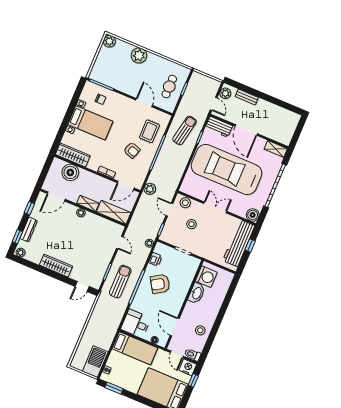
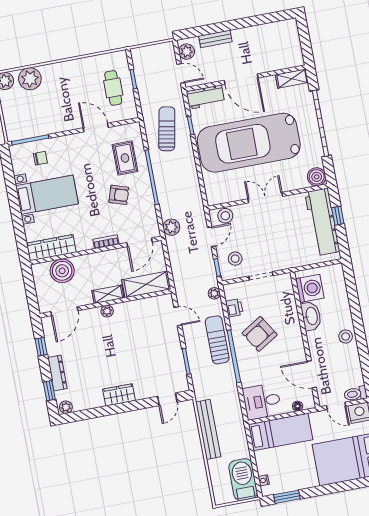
plant: (139, 56) -> (30, 79), moved
door: (169, 210) -> (211, 237), swing flipped
stool: (191, 224) -> (235, 259), moved
wardrobe: (56, 266) -> (119, 395), width x0.67
sun lounger: (120, 281) -> (217, 340), moved
bench: (94, 319) -> (208, 429), added
stool: (200, 330) -> (346, 336), moved

